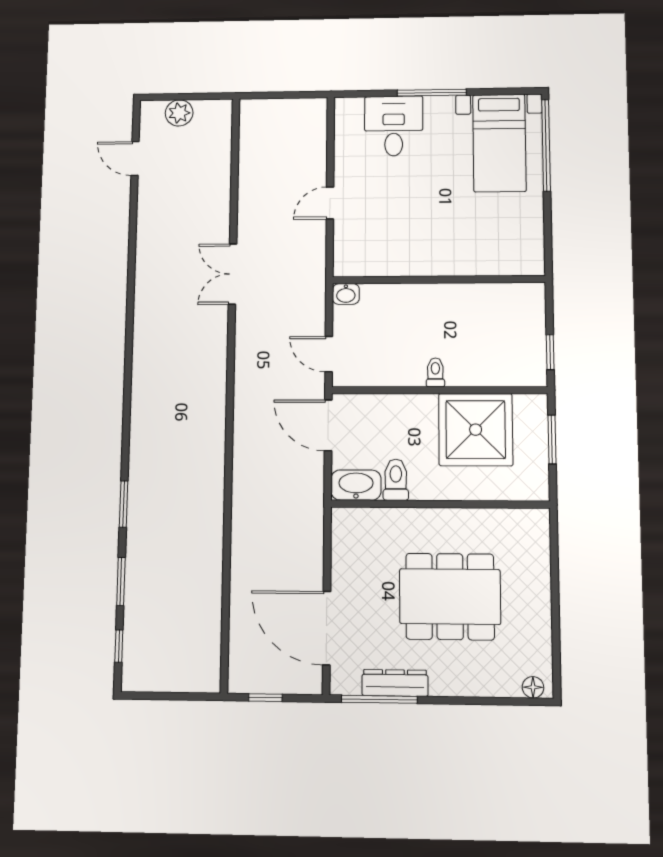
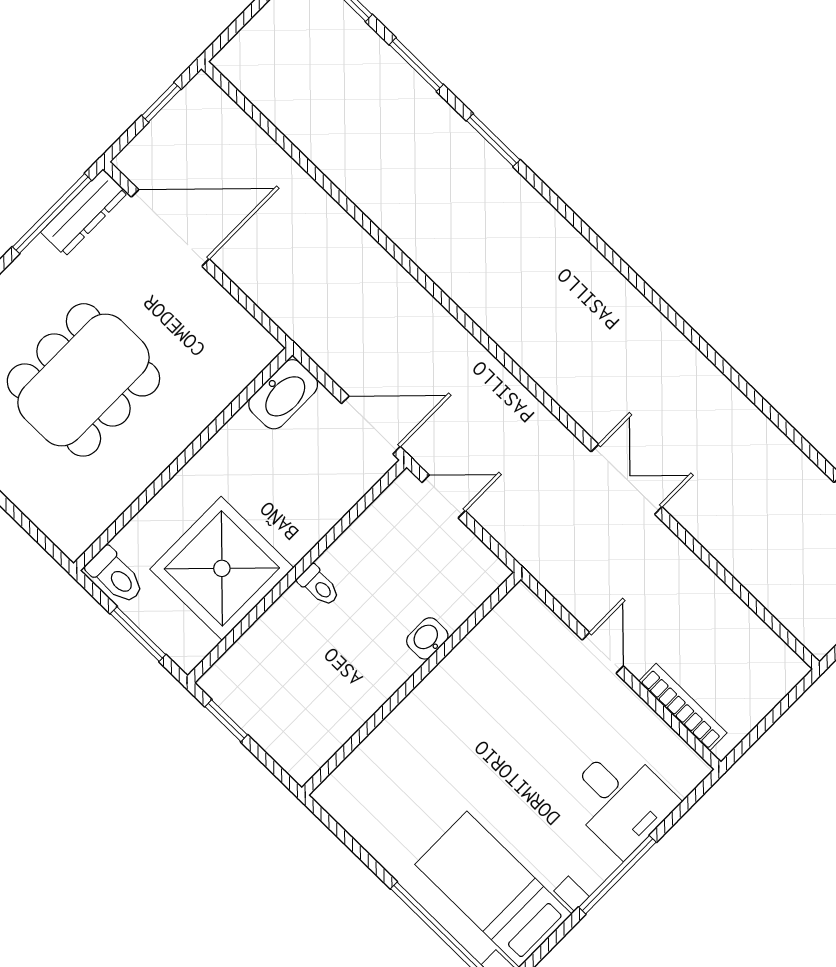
bookcase: (319, 141) -> (683, 707), added
washbasin: (346, 294) -> (427, 638), moved
toilet: (396, 480) -> (116, 576), moved
dresser: (395, 683) -> (84, 213), moved

